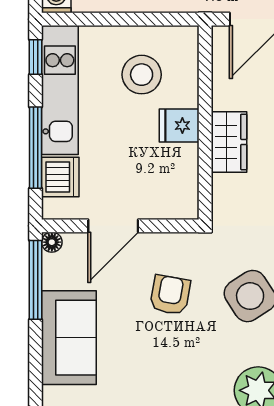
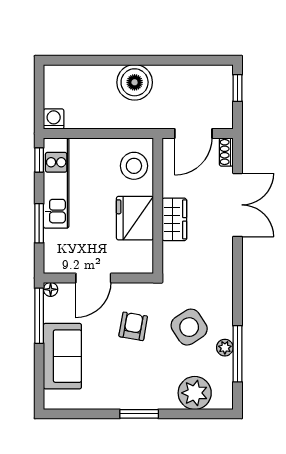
stool: (142, 75) -> (134, 166), moved
fridge: (179, 126) -> (135, 218), width x1.88, depth x1.34
window: (35, 148) -> (39, 223), width x0.69
dishwasher: (60, 177) -> (56, 244), removed

